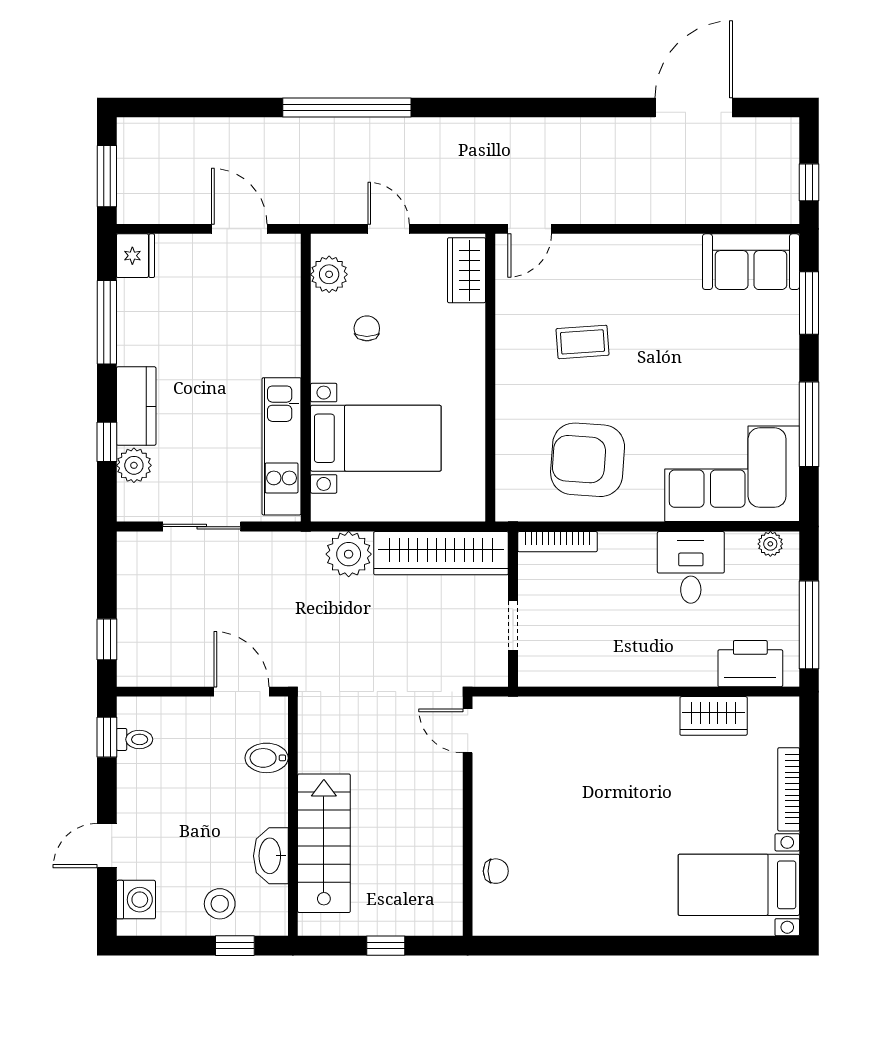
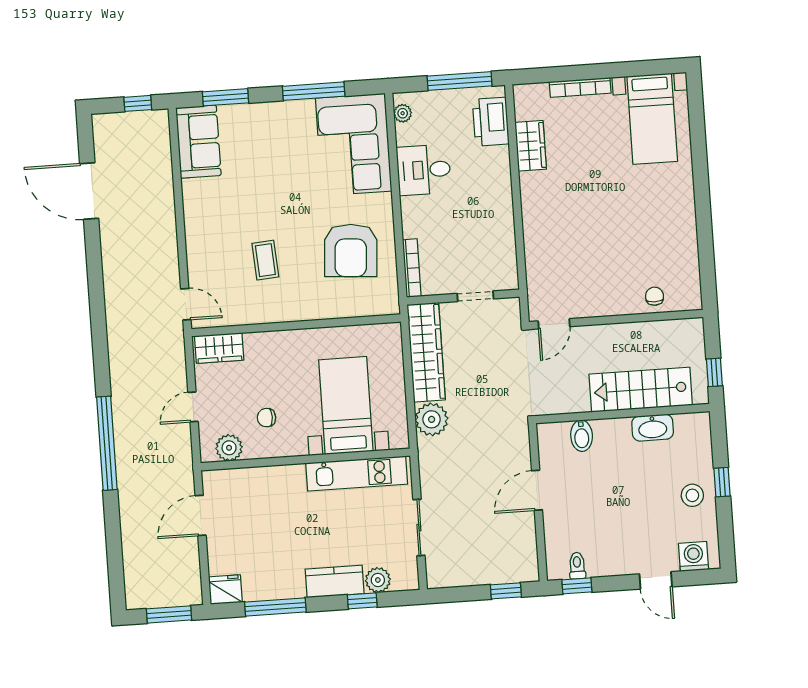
bidet: (267, 758) -> (582, 436), moved
wall: (293, 816) -> (623, 414), moved
stairs: (324, 843) -> (641, 390), moved
washbasin: (271, 856) -> (653, 428), moved

